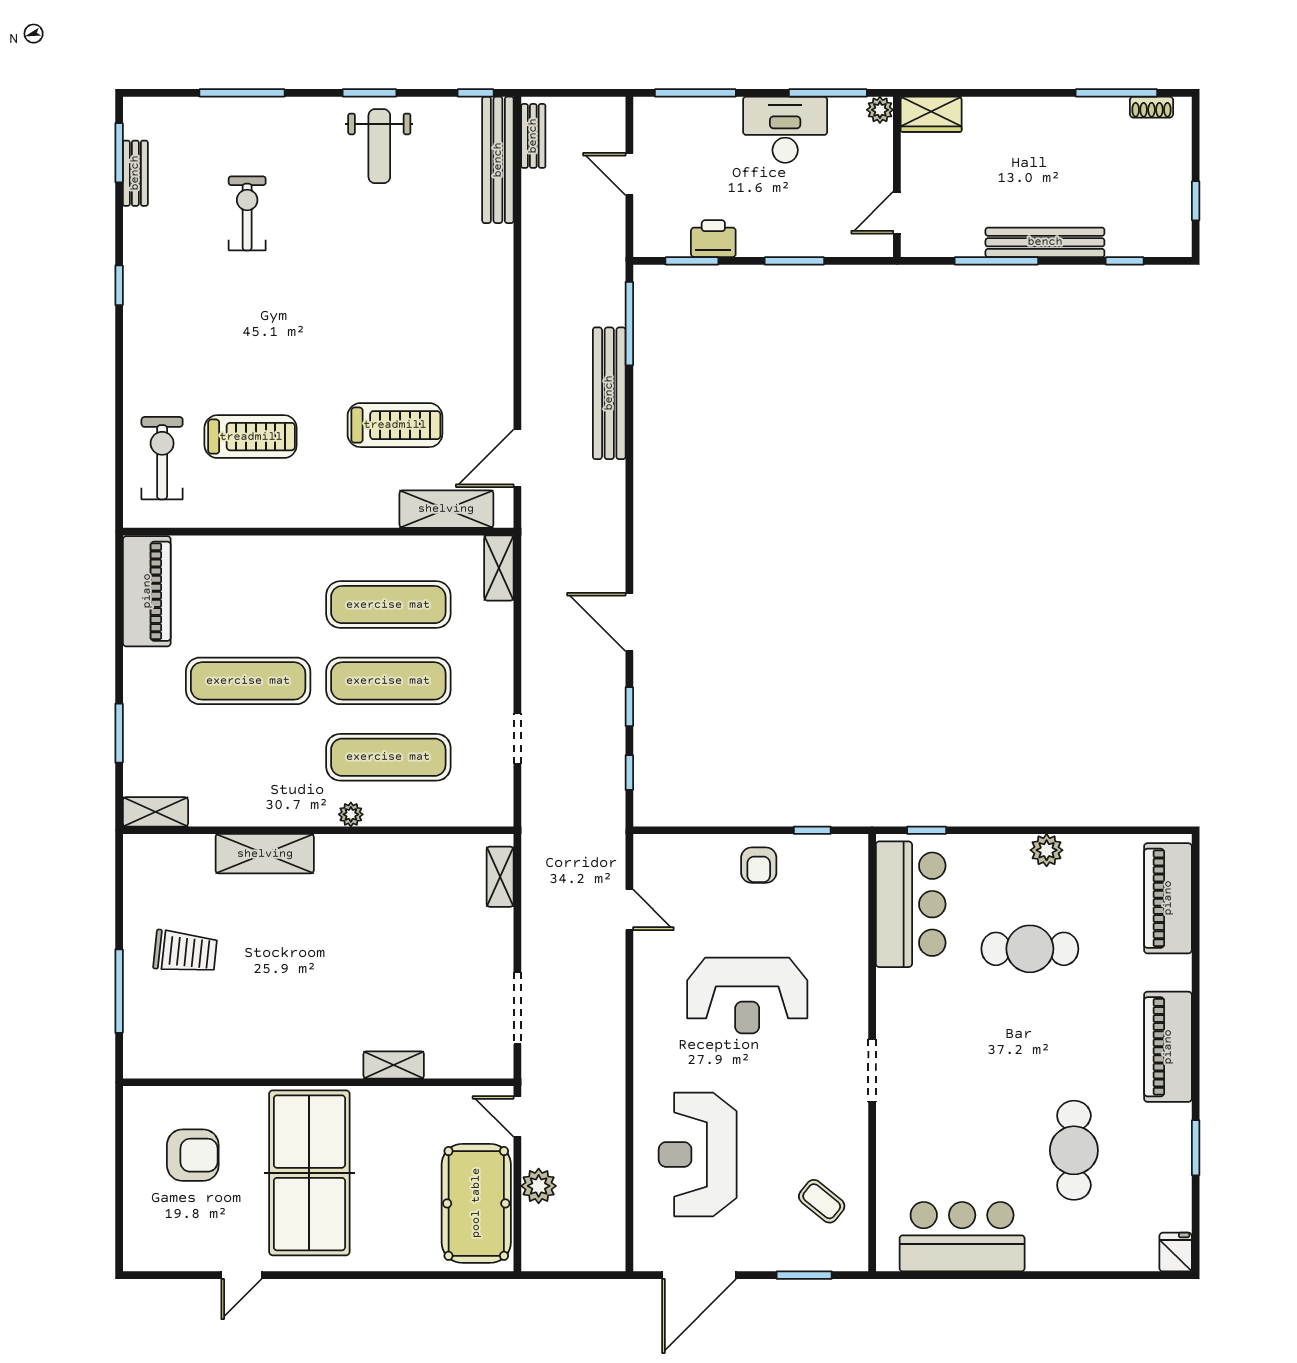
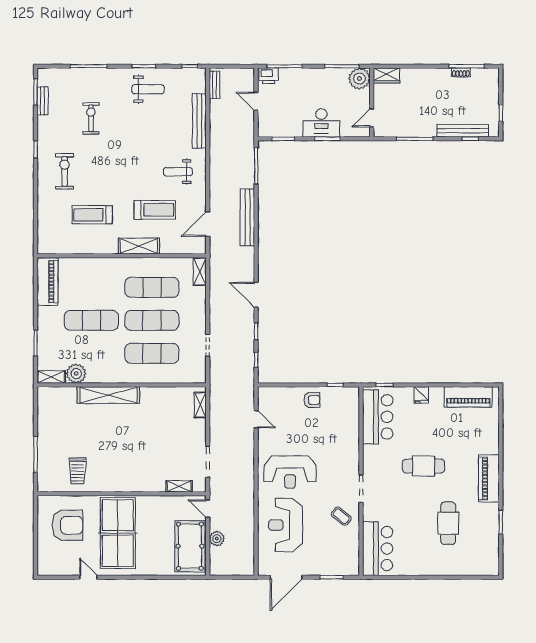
shoe rack: (1152, 107) -> (461, 72), moved
plant: (880, 110) -> (359, 79), width x1.88, depth x1.88
desk: (785, 130) -> (321, 123), moved, turned 180
weight bench: (379, 146) -> (148, 89), turned -90
bench: (498, 160) -> (199, 121), moved
printer: (713, 239) -> (269, 76), moved, turned 180
bench: (1045, 242) -> (463, 131), moved
weight bench: (449, 337) -> (178, 172), added
bench: (609, 393) -> (247, 217), moved
treadmill: (251, 437) -> (92, 215), turned 180
exercise bike: (162, 458) -> (65, 171), moved
shelving: (446, 509) -> (139, 246), moved
plant: (351, 814) -> (76, 373), moved, width x1.88, depth x1.88
plant: (1047, 850) -> (436, 394), removed
shelving: (265, 854) -> (108, 395), width x1.47
armchair: (759, 865) -> (312, 400), turned -90
piano: (1168, 898) -> (468, 397), moved, turned -90
cafe table: (1030, 949) -> (424, 466), moved
trolley: (185, 952) -> (78, 471), moved, turned 84
reception desk: (747, 996) -> (290, 472), moved
shelving: (394, 1065) -> (179, 486), moved
armchair: (193, 1155) -> (67, 525), width x1.36, depth x1.36
coffee table: (822, 1201) -> (341, 516), moved
bar counter: (962, 1237) -> (378, 549), moved, turned 90
fridge: (1176, 1252) -> (421, 395), moved, turned 180
door: (241, 1275) -> (88, 577), swing flipped

